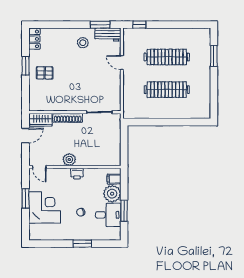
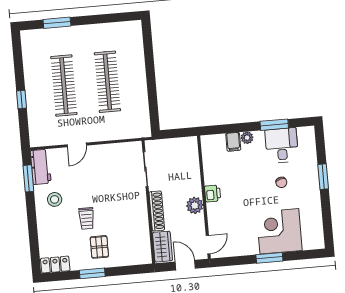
window: (139, 25) -> (21, 99), moved
trolley: (67, 65) -> (87, 218), added
plant: (69, 160) -> (195, 205), moved
door: (39, 167) -> (208, 245), moved
wall: (75, 167) -> (204, 197), moved
printer: (77, 174) -> (213, 193), moved
plant: (112, 194) -> (247, 138), width x0.53, depth x0.53

